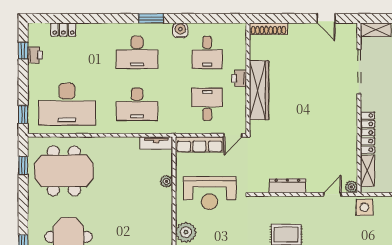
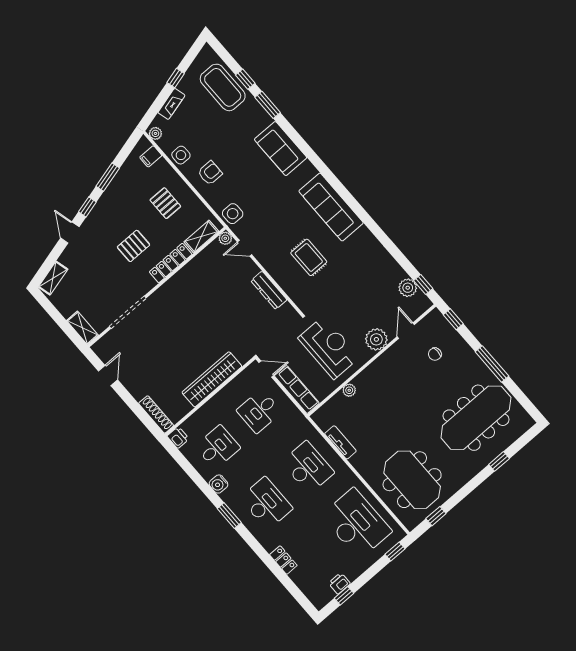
locker: (63, 29) -> (283, 560), moved
printer: (239, 78) -> (178, 437), moved, turned -90
tv unit: (156, 143) -> (340, 442), moved

